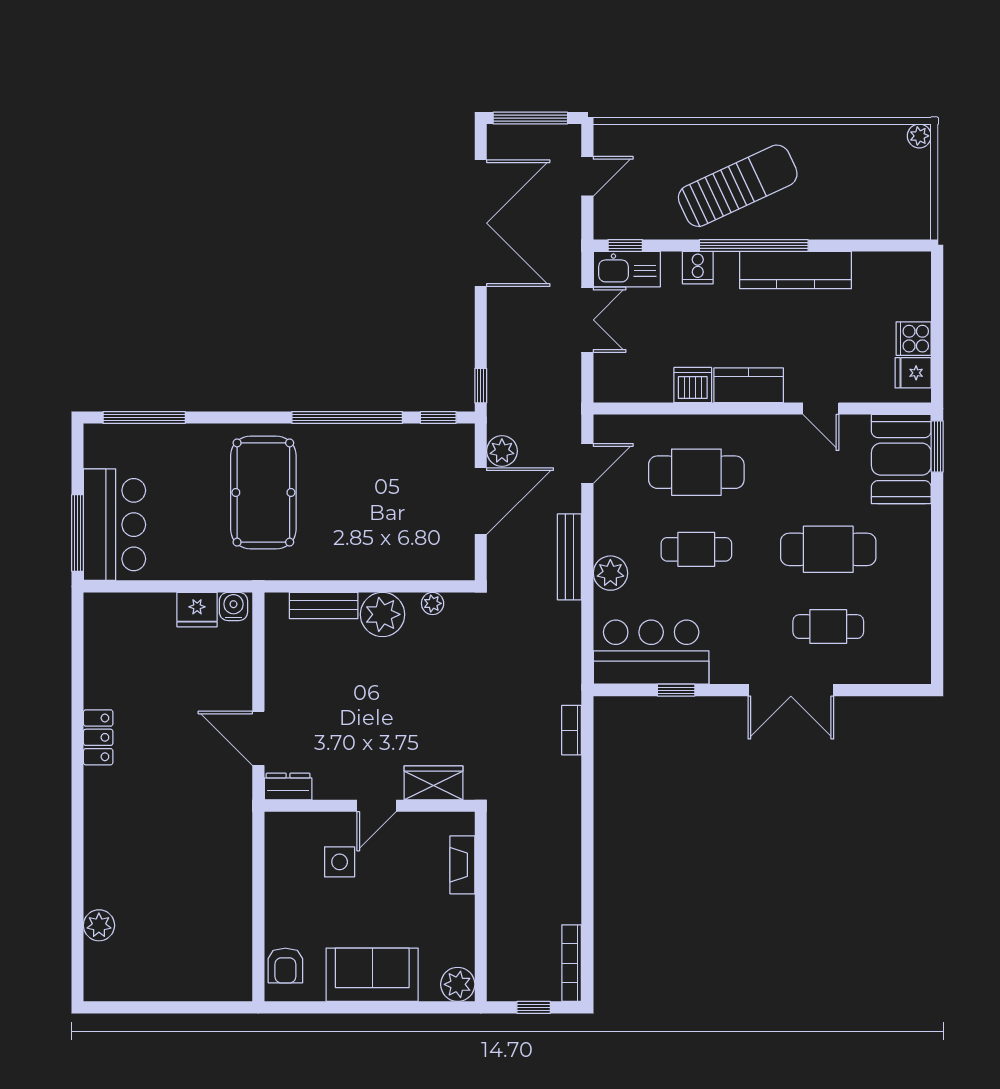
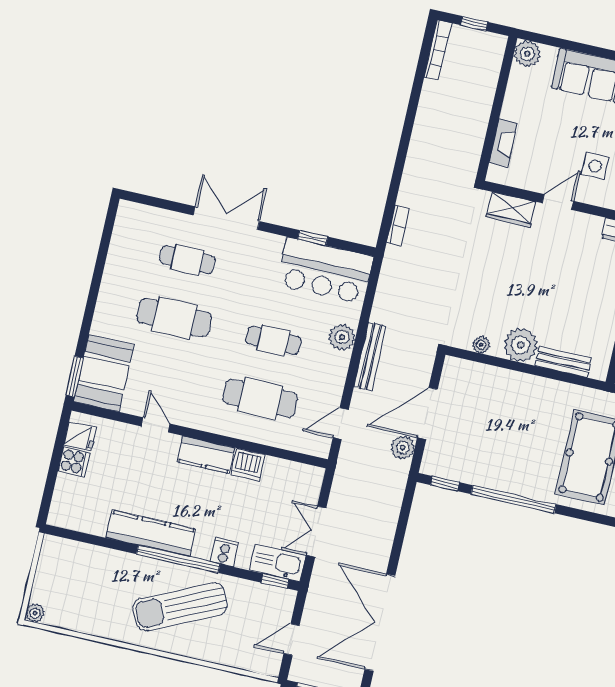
window: (481, 386) -> (408, 500), removed

